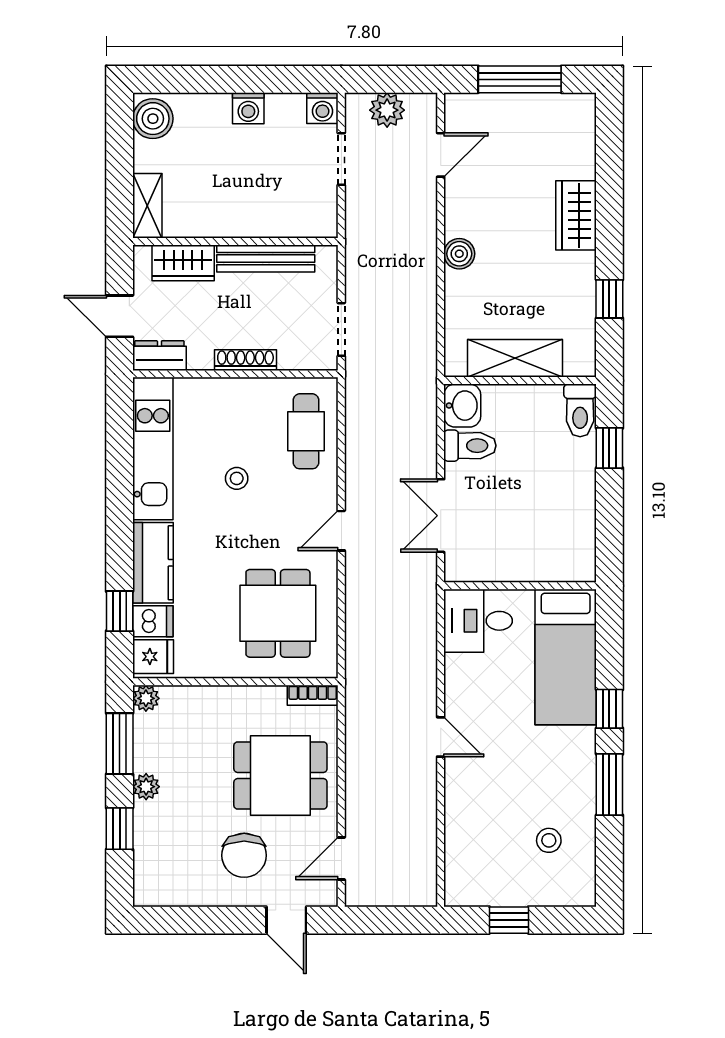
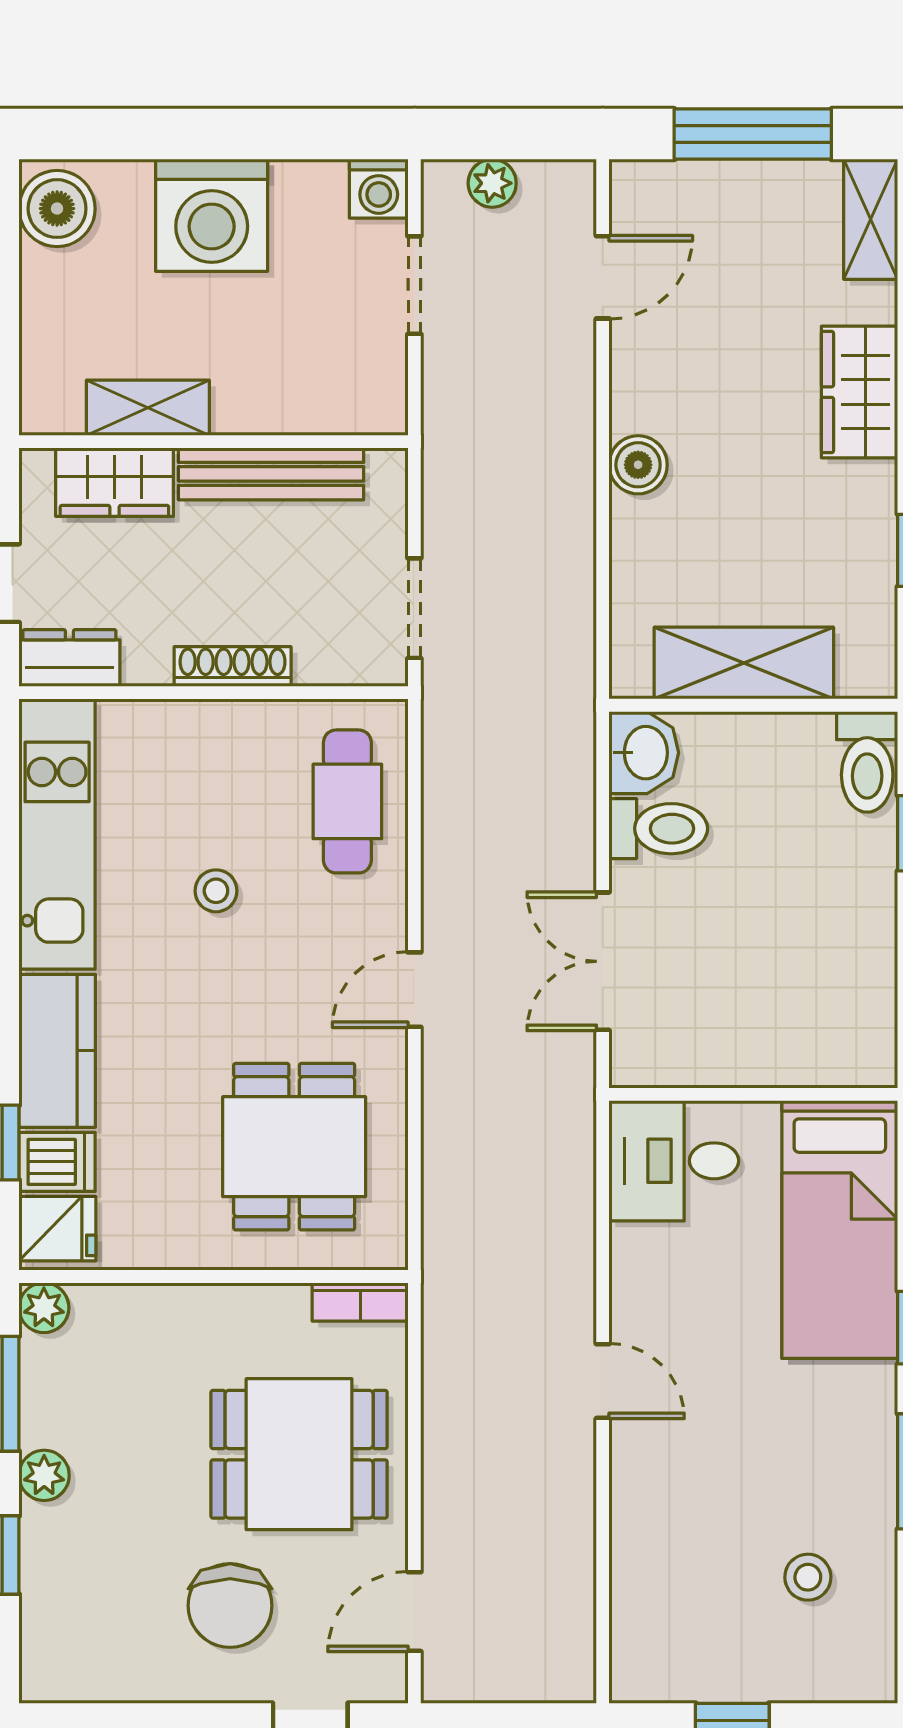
washing machine: (248, 108) -> (212, 215), width x1.89, depth x1.89
plant: (387, 110) -> (492, 183), width x0.73, depth x0.73
shelving: (582, 124) -> (871, 219), added
shelving: (147, 206) -> (148, 408), moved, turned 90

